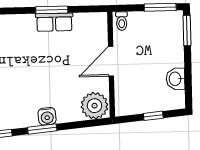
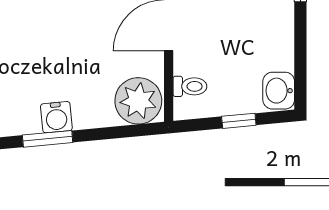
washbasin: (176, 79) -> (279, 91), moved
toilet: (124, 96) -> (190, 86), added

